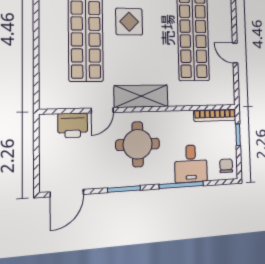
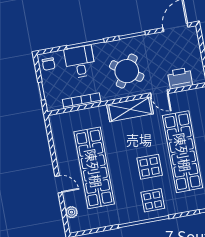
door: (235, 53) -> (59, 184), moved
door: (102, 110) -> (159, 93), swing flipped
bookcase: (215, 115) -> (82, 101), moved
round table: (138, 144) -> (127, 71), turned 35

